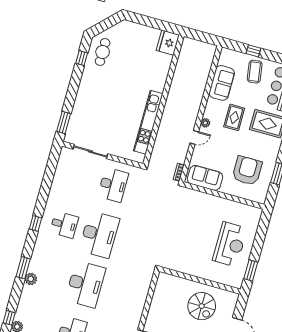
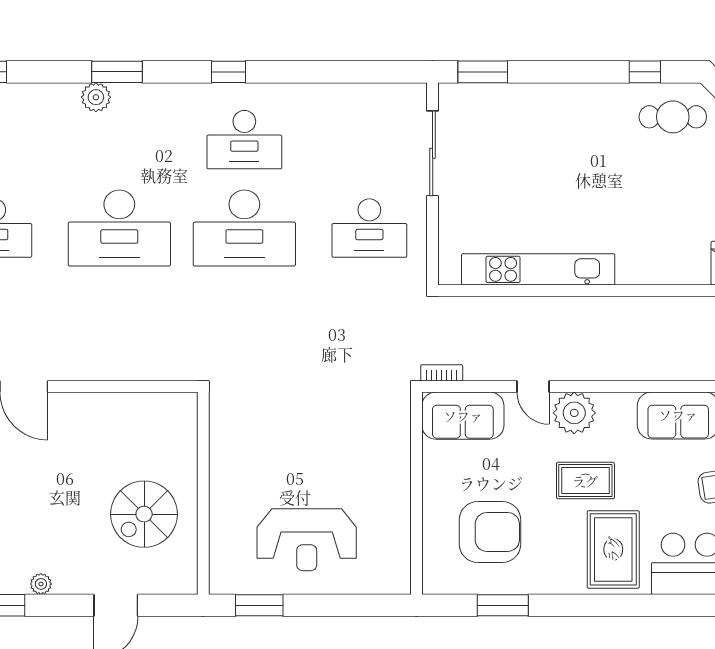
rug: (234, 117) -> (585, 481), moved
plant: (205, 123) -> (574, 413), width x1.88, depth x1.88
sofa: (205, 178) -> (463, 416), moved, turned 90
desk: (64, 225) -> (244, 140), width x1.37

